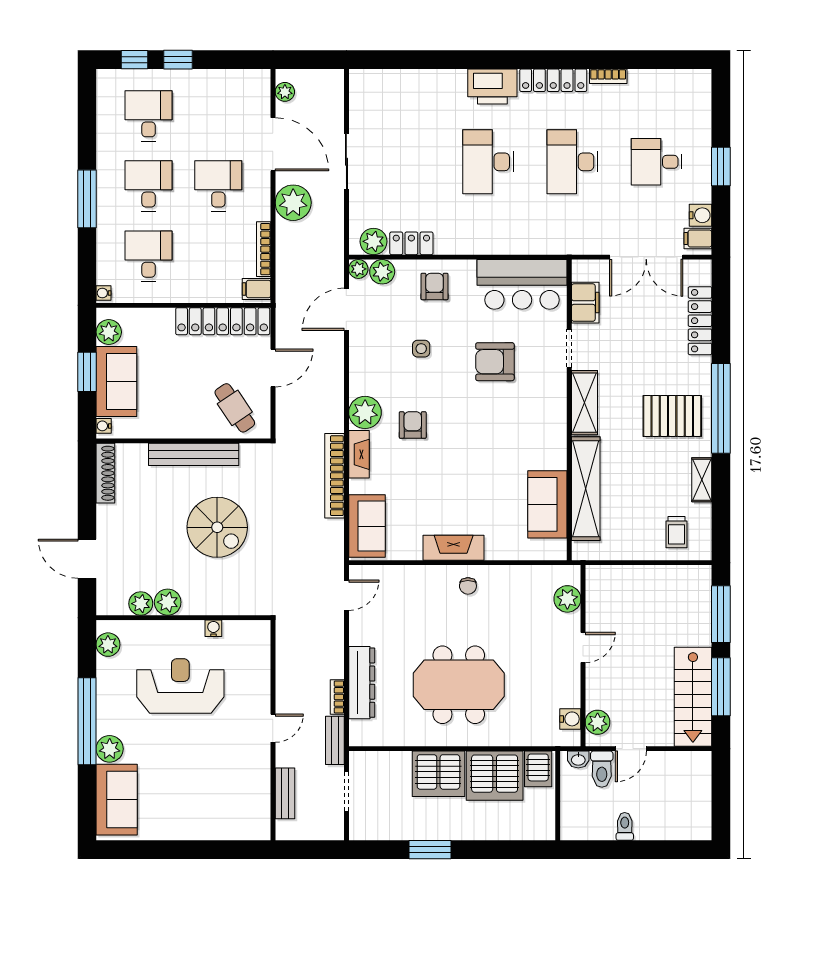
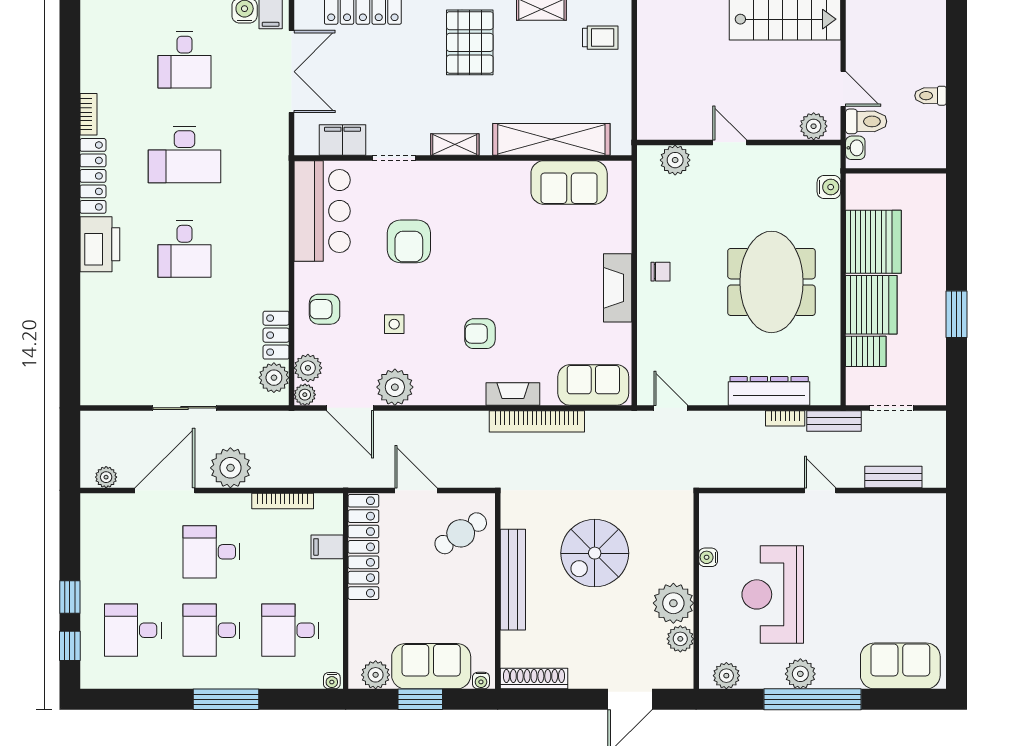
desk: (488, 162) -> (185, 249), width x0.73
filing cabinet: (256, 289) -> (327, 547), moved, turned 90
shelving: (584, 403) -> (455, 145), width x0.67, depth x0.75
plant: (365, 412) -> (395, 387), moved
spiral stairs: (217, 527) -> (595, 553), turned 180
plant: (168, 602) -> (673, 603), width x1.36, depth x1.36
water cooler: (570, 719) -> (829, 187), moved, turned 90
plant: (110, 749) -> (800, 674), moved
server rack: (538, 769) -> (866, 351), moved

